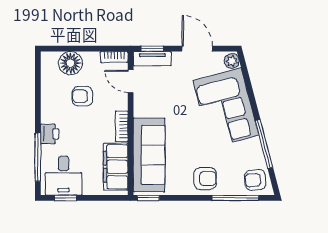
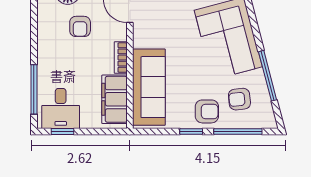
armchair: (82, 96) -> (80, 26), turned -90
printer: (50, 134) -> (46, 65), removed
armchair: (255, 180) -> (239, 99), moved
window: (148, 198) -> (191, 132), moved

